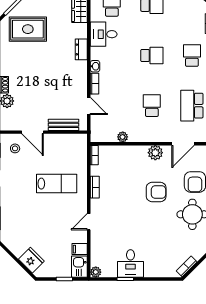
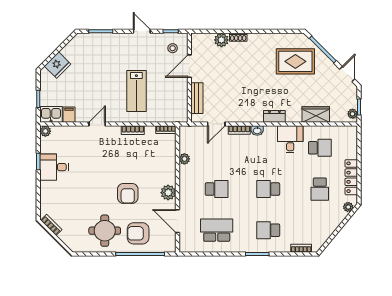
rug: (28, 29) -> (295, 61), turned 90
school desk: (152, 55) -> (268, 189), turned 90
school desk: (192, 55) -> (268, 230), turned 180
door: (89, 222) -> (97, 124), hinge flipped

